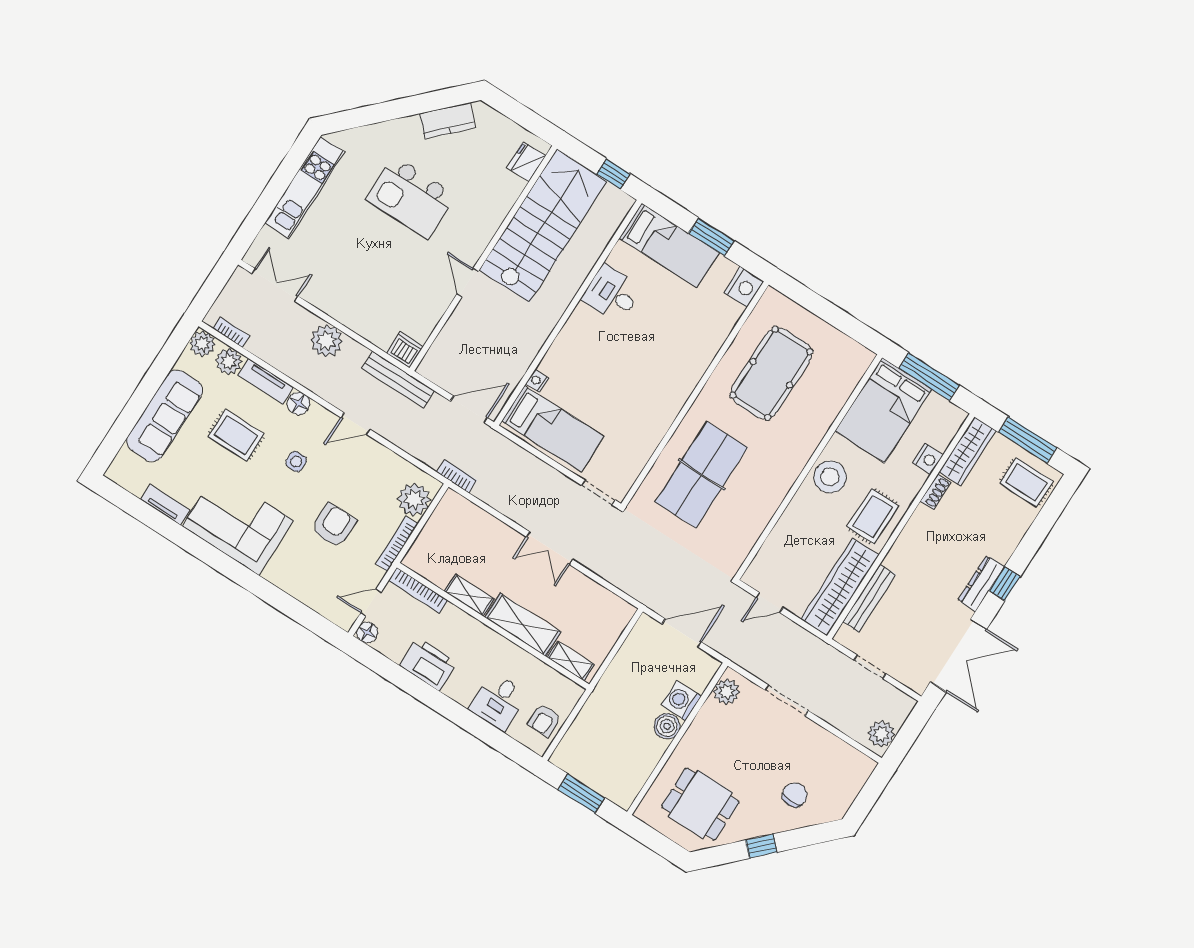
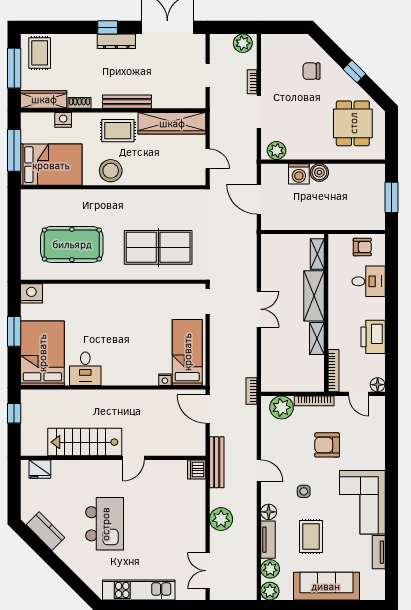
stairs: (543, 226) -> (85, 442), width x0.73, depth x0.66
bed: (669, 245) -> (42, 353), width x1.50
bookcase: (231, 332) -> (252, 82), moved
bench: (869, 598) -> (127, 102), moved

